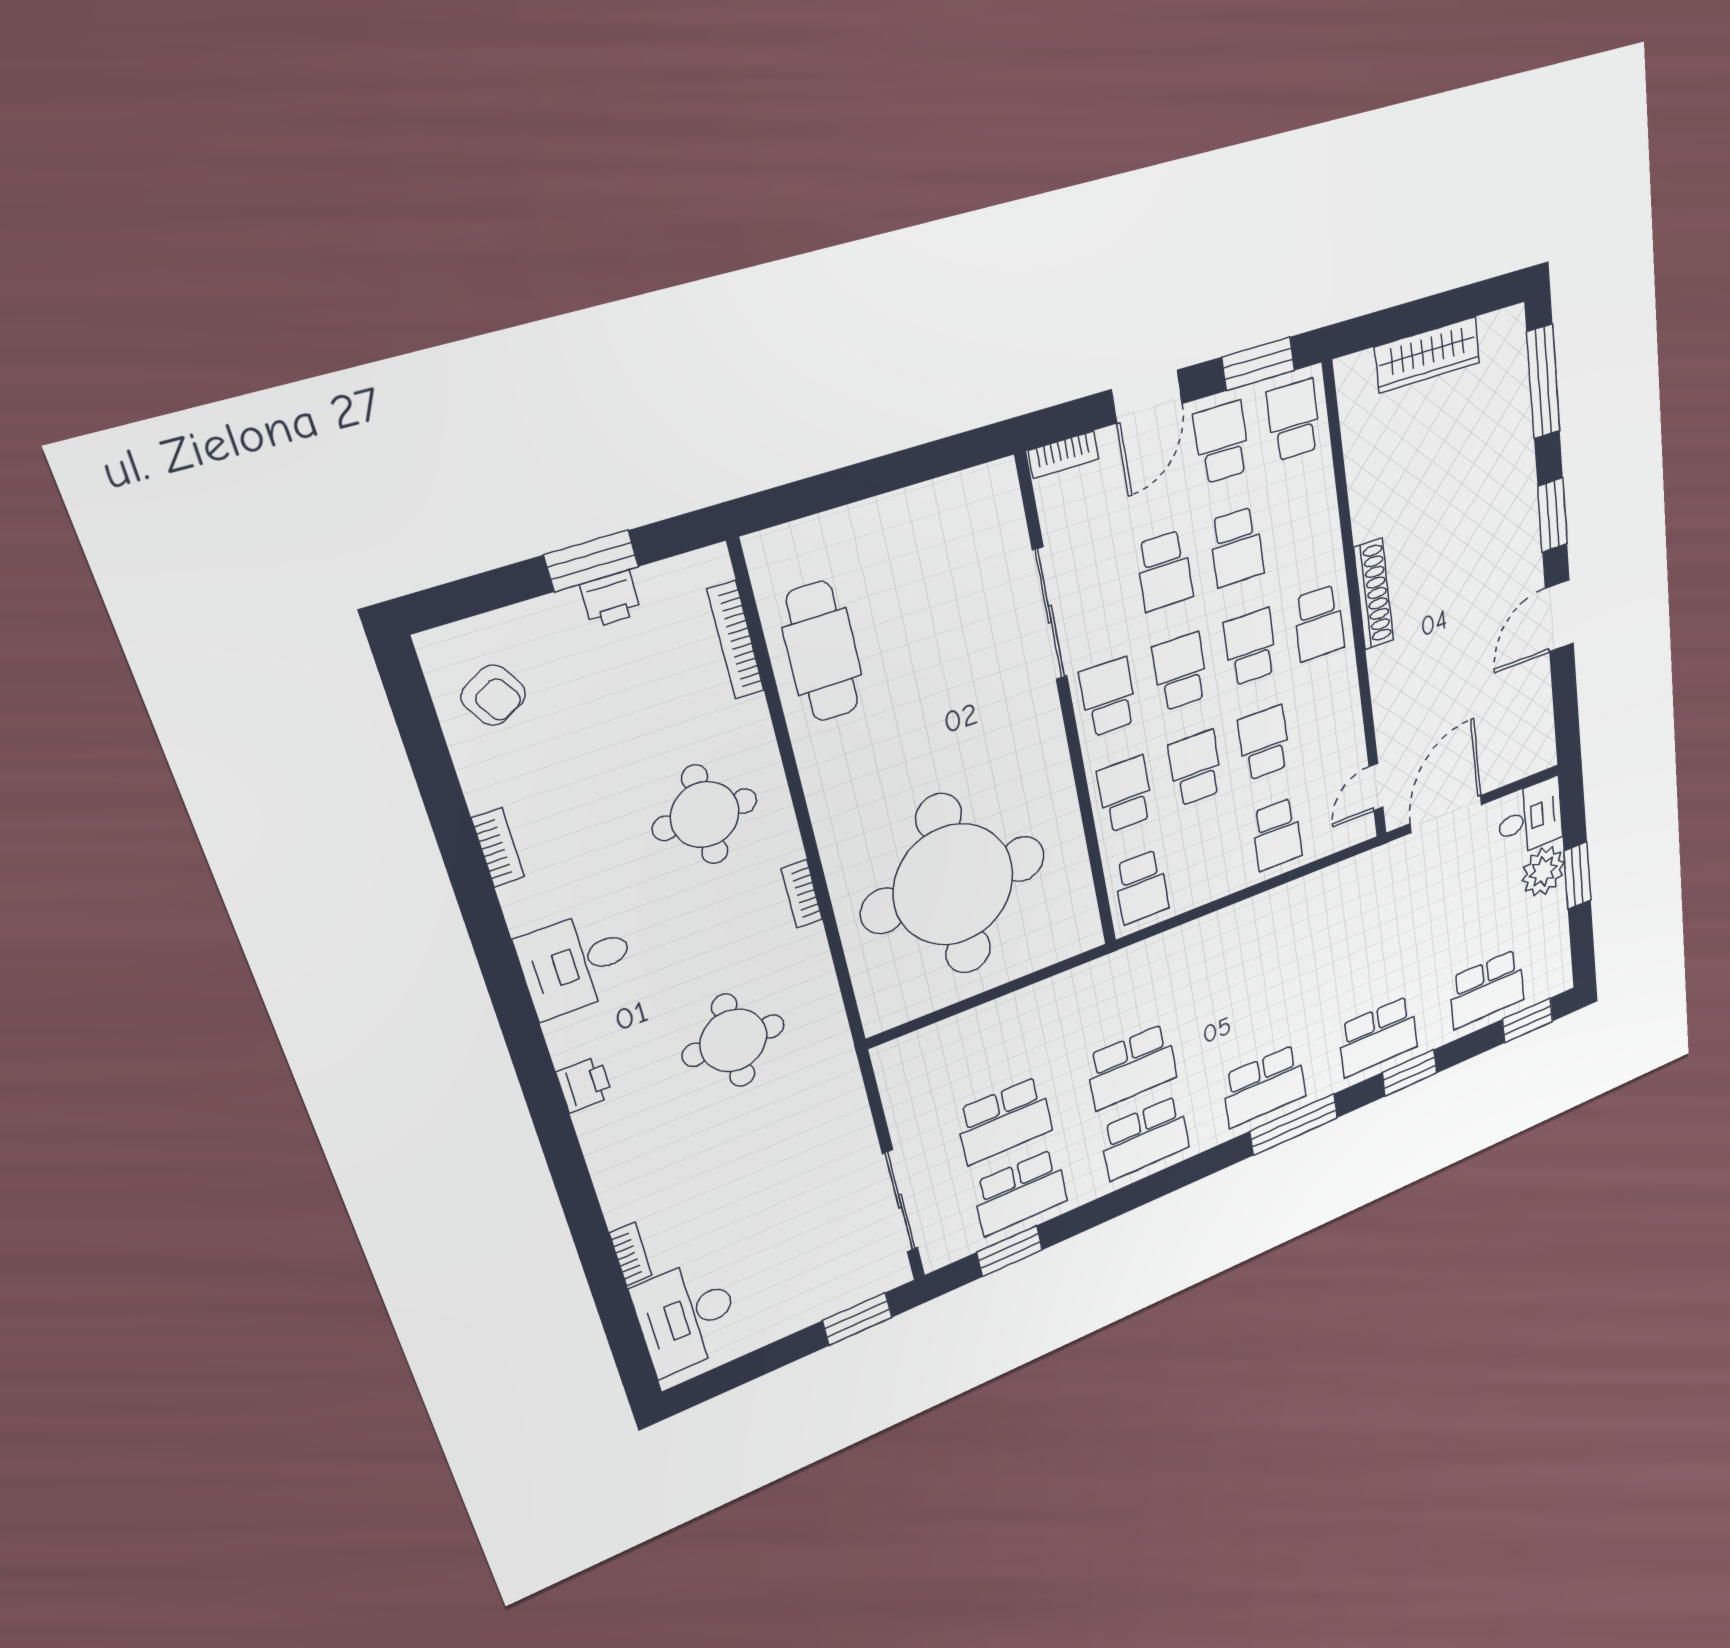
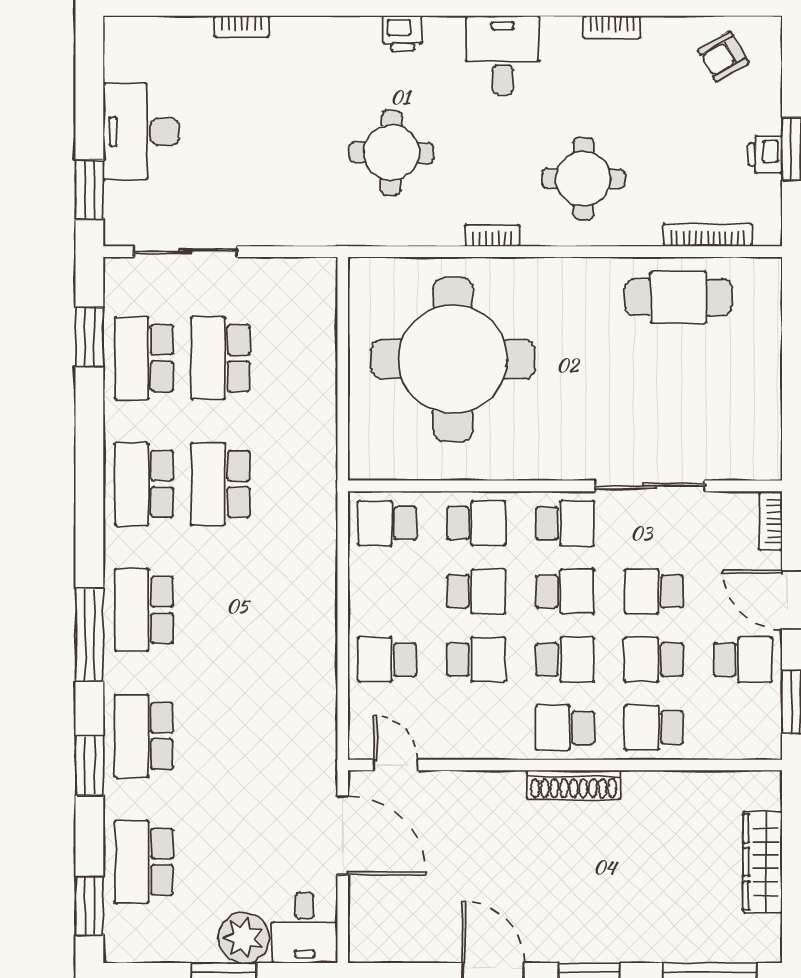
school desk: (1294, 420) -> (654, 728), moved, turned 180
desk: (687, 1316) -> (141, 132), moved, turned -90

